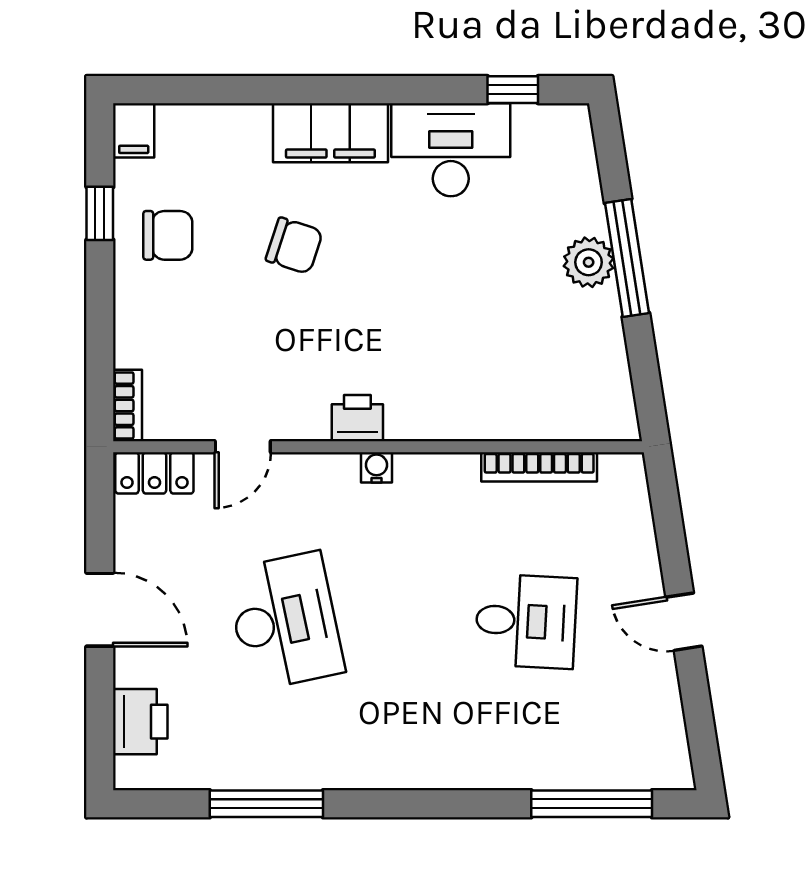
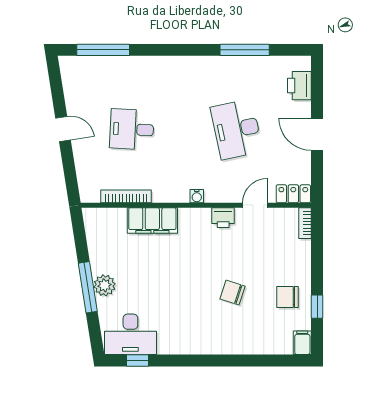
filing cabinet: (330, 133) -> (152, 220), moved, turned 180
desk: (451, 150) -> (130, 334), moved
printer: (357, 418) -> (223, 218), moved

